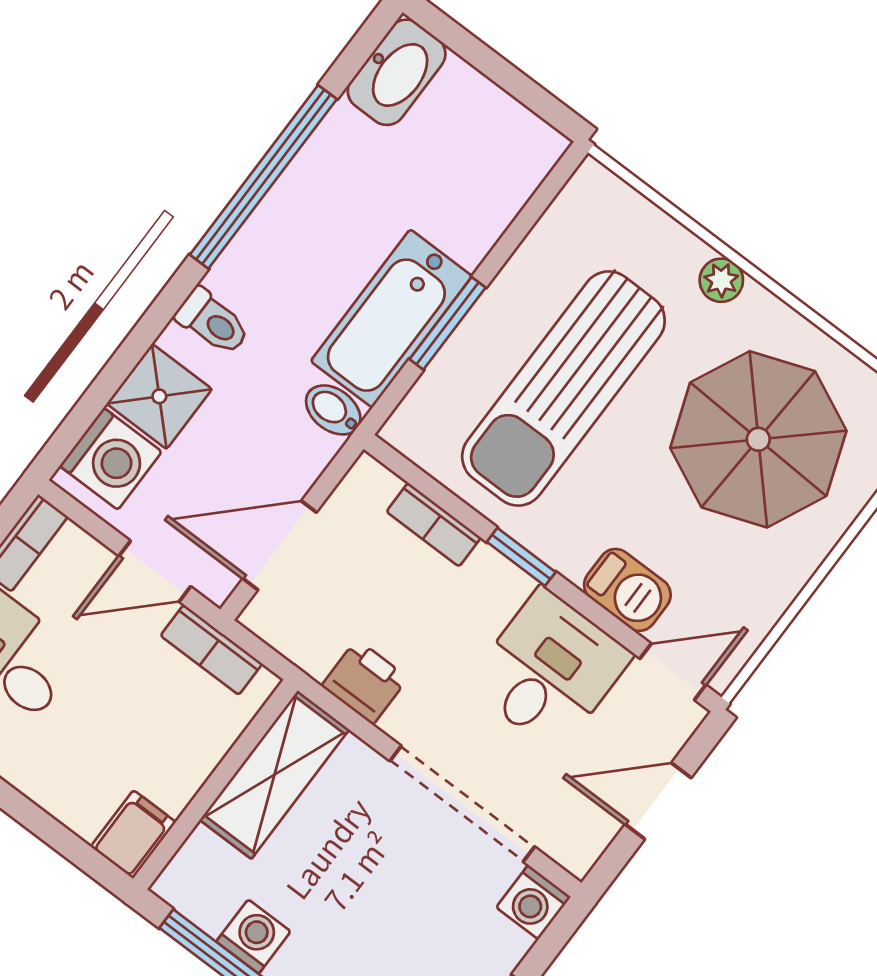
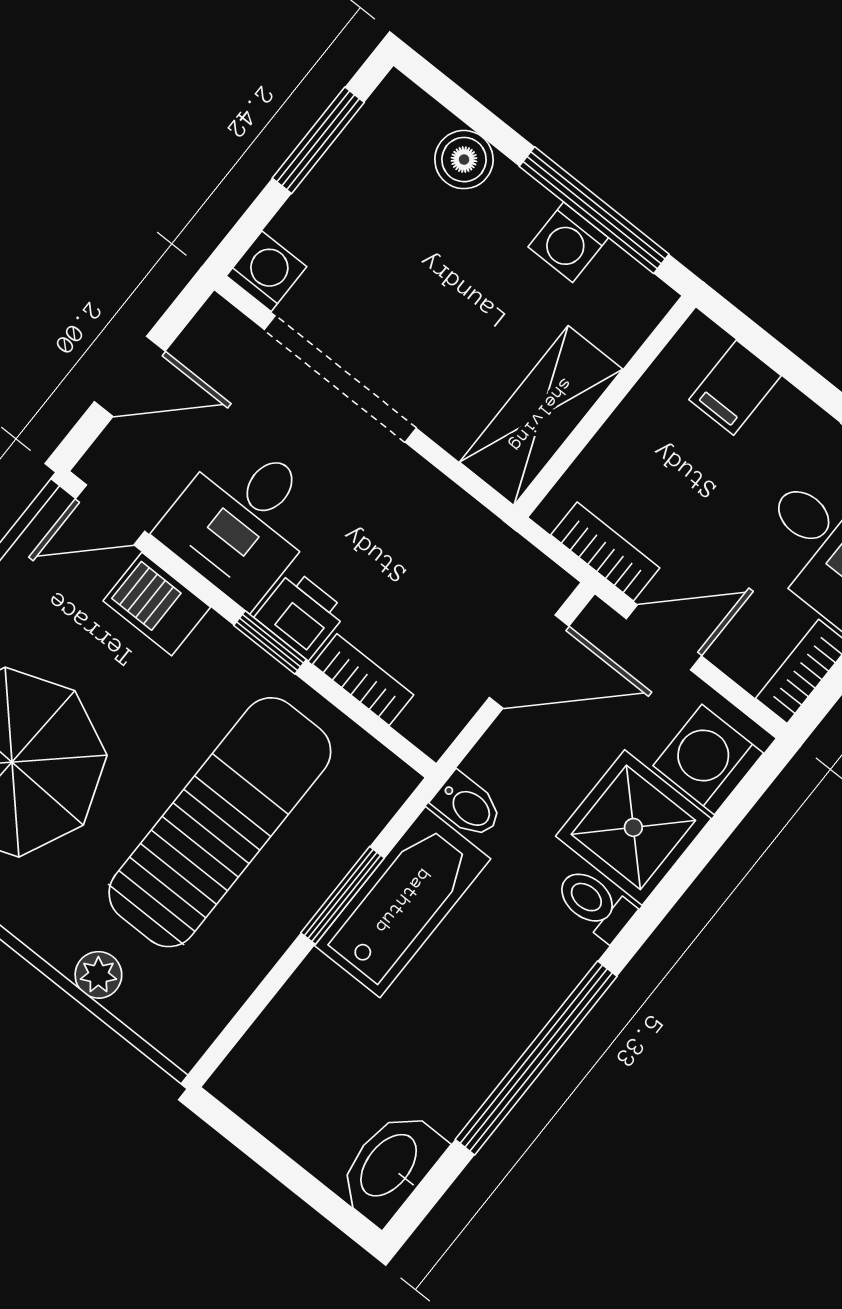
plant: (721, 280) -> (98, 975), moved
shower: (159, 396) -> (633, 827), width x1.36, depth x1.36
printer: (365, 682) -> (301, 614), moved, turned 180
filing cabinet: (133, 834) -> (735, 388), moved

